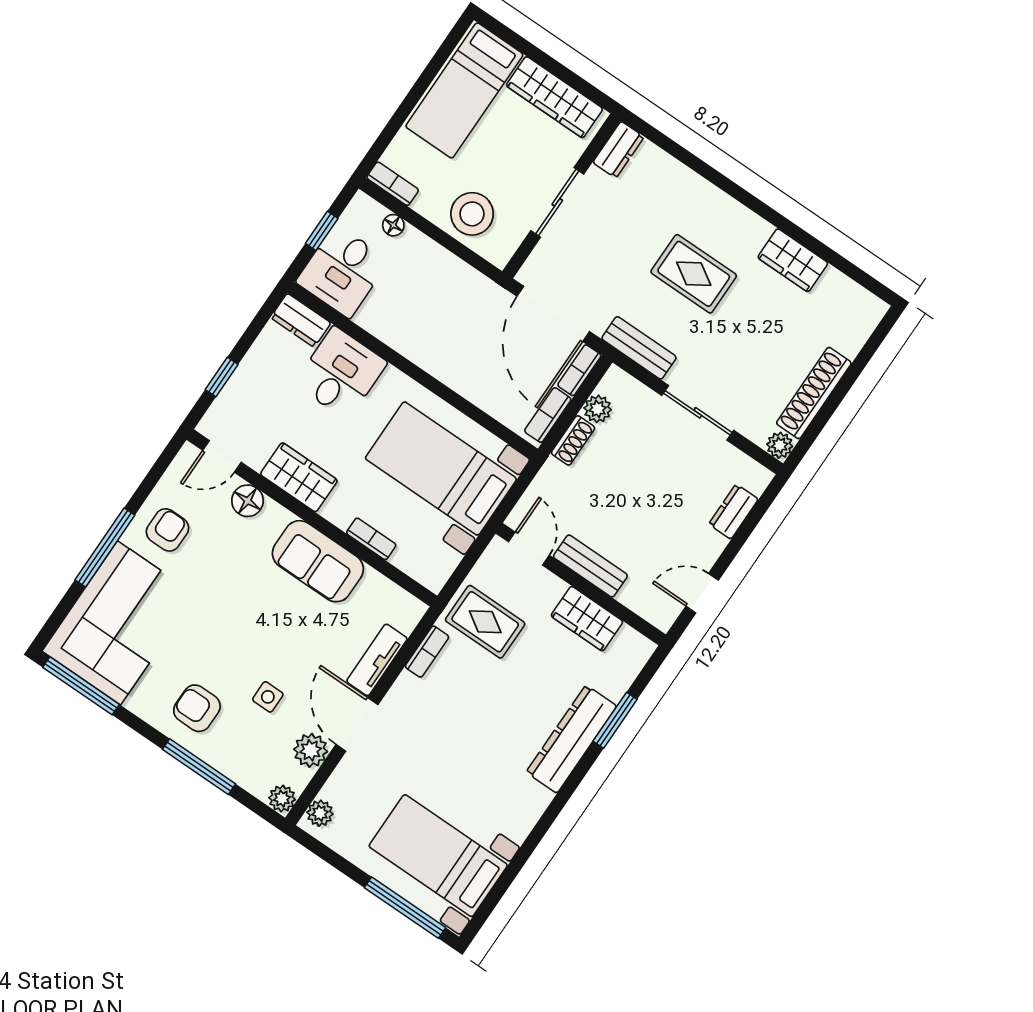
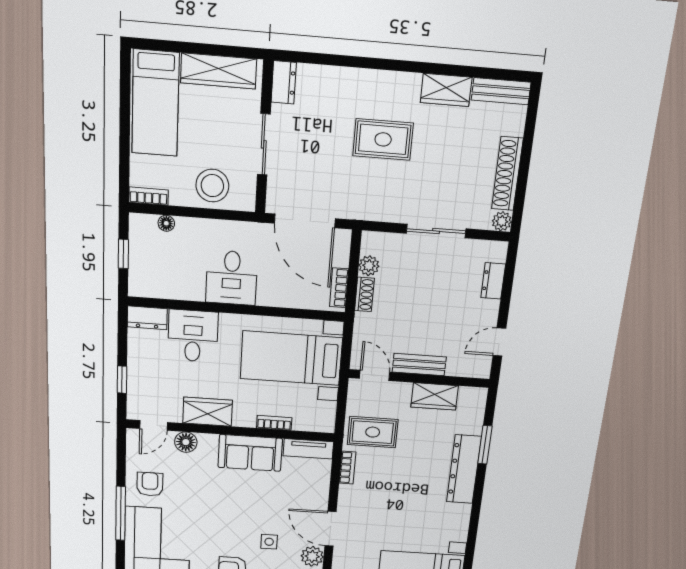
desk: (343, 271) -> (232, 278), moved
bench: (639, 348) -> (501, 91), moved
bookcase: (579, 370) -> (343, 248), removed
tv unit: (377, 660) -> (308, 449), moved, turned -90

